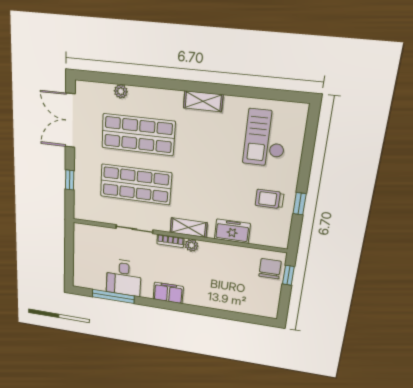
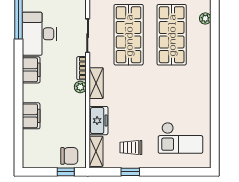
shelving: (203, 101) -> (96, 151), moved
checkout: (265, 138) -> (180, 138), turned 180
trolley: (269, 199) -> (131, 148), turned -90
desk: (124, 278) -> (39, 34), width x1.37
filing cabinet: (219, 301) -> (31, 116), added

